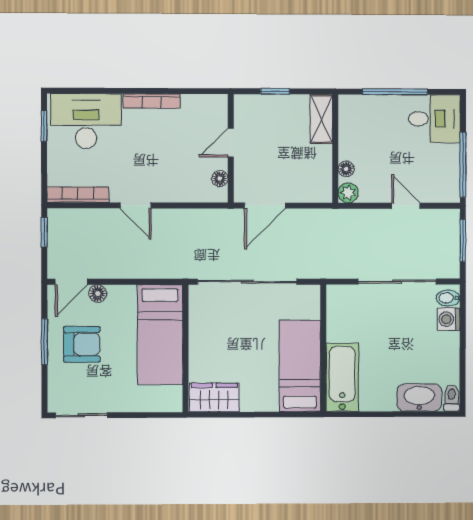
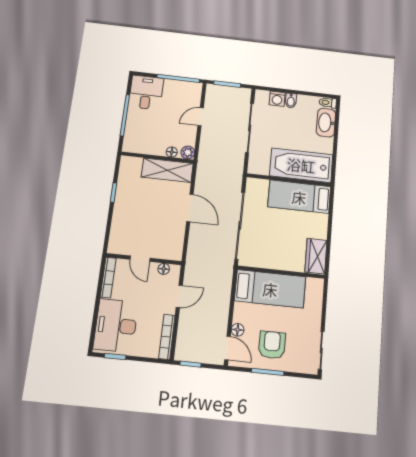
shelving: (321, 119) -> (167, 170), moved, width x1.50, depth x1.33
door: (231, 143) -> (140, 259), moved
wall: (231, 148) -> (144, 259), moved
floor lamp: (220, 179) -> (164, 269), moved
bidet: (448, 298) -> (291, 101), moved
bathtub: (342, 377) -> (301, 165), width x1.36, depth x1.36

